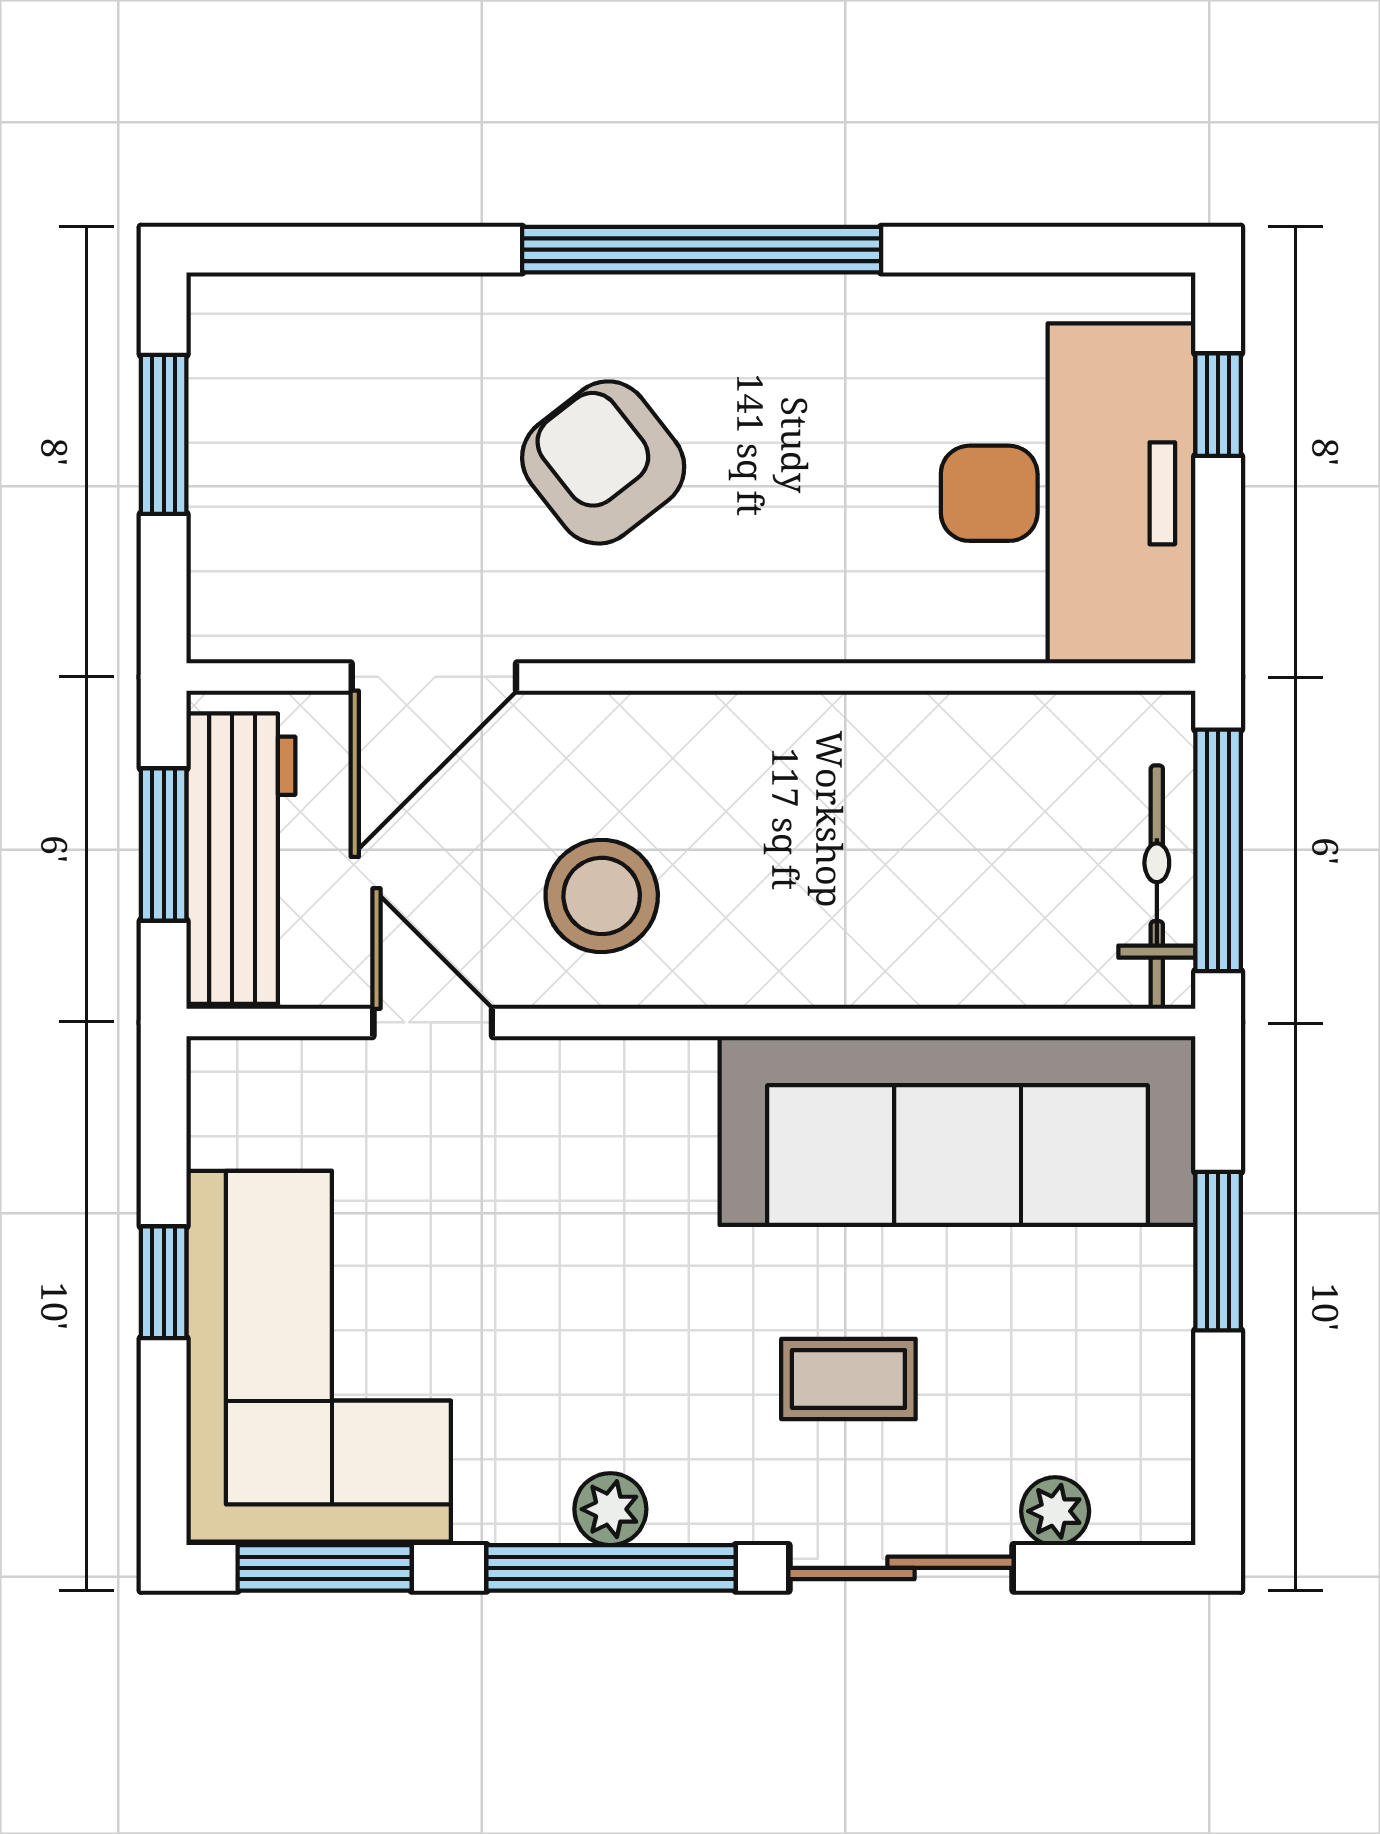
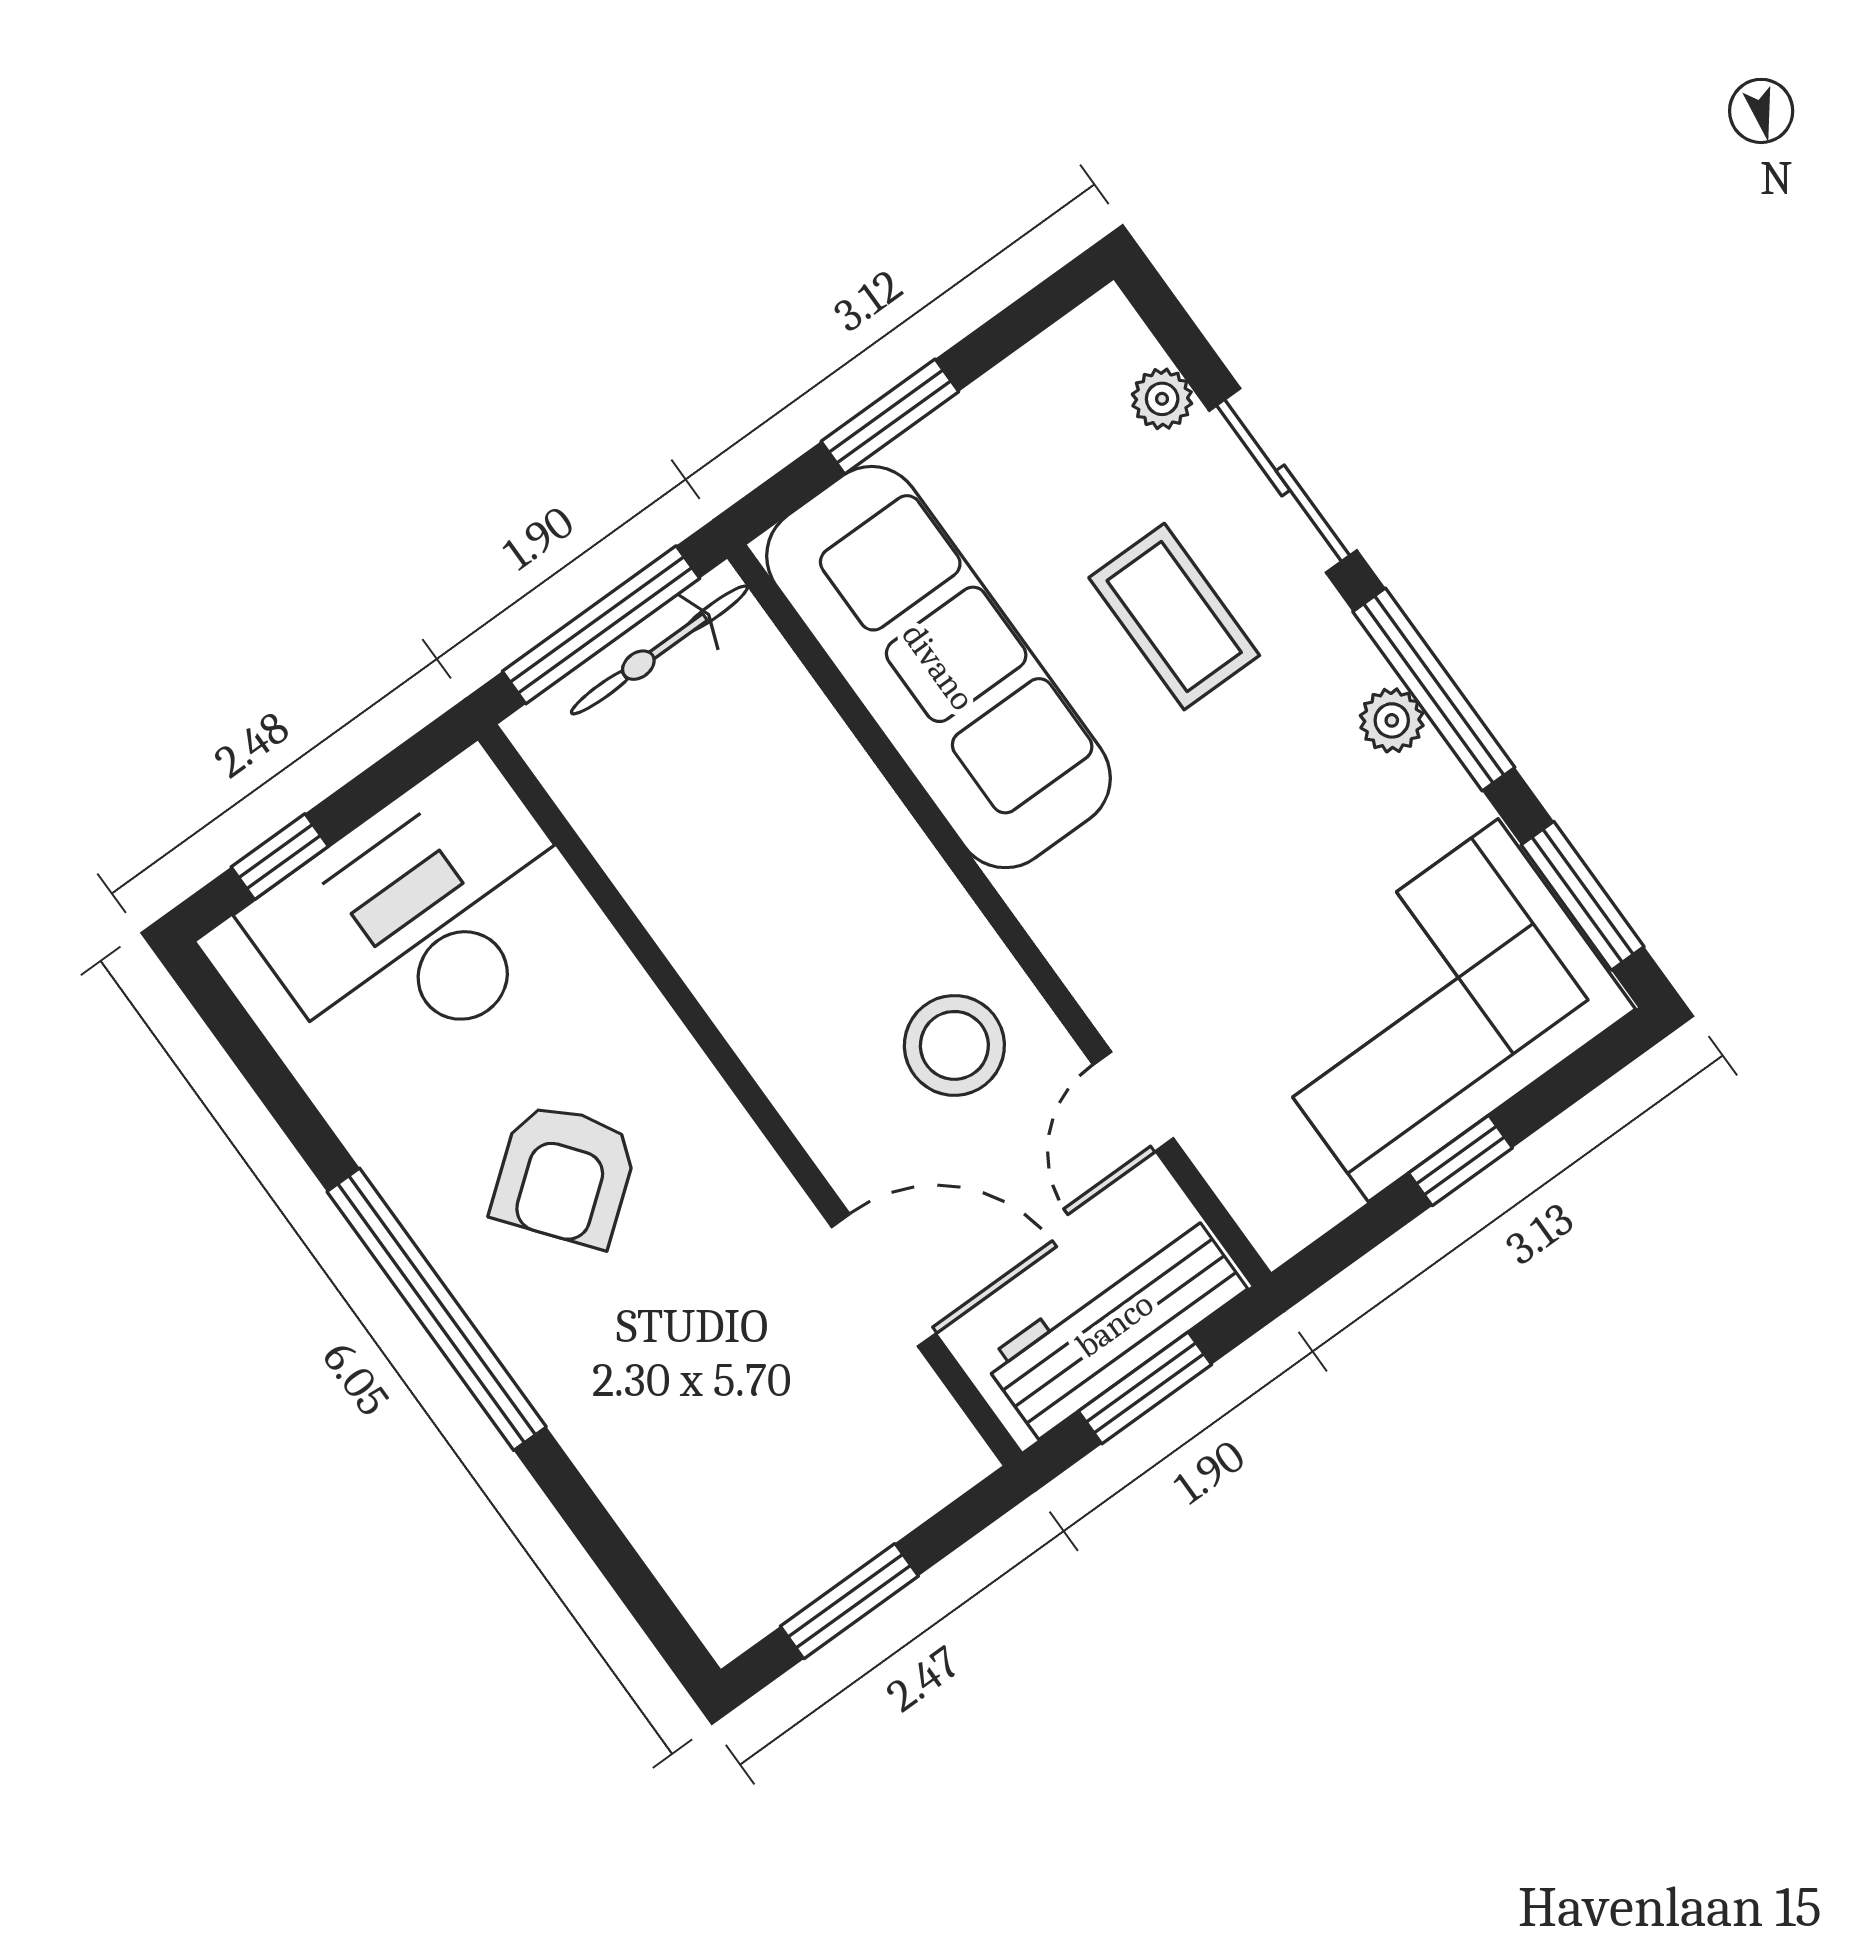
armchair: (603, 462) -> (565, 1175), moved
coffee table: (848, 1379) -> (1174, 617), width x1.36, depth x1.30

